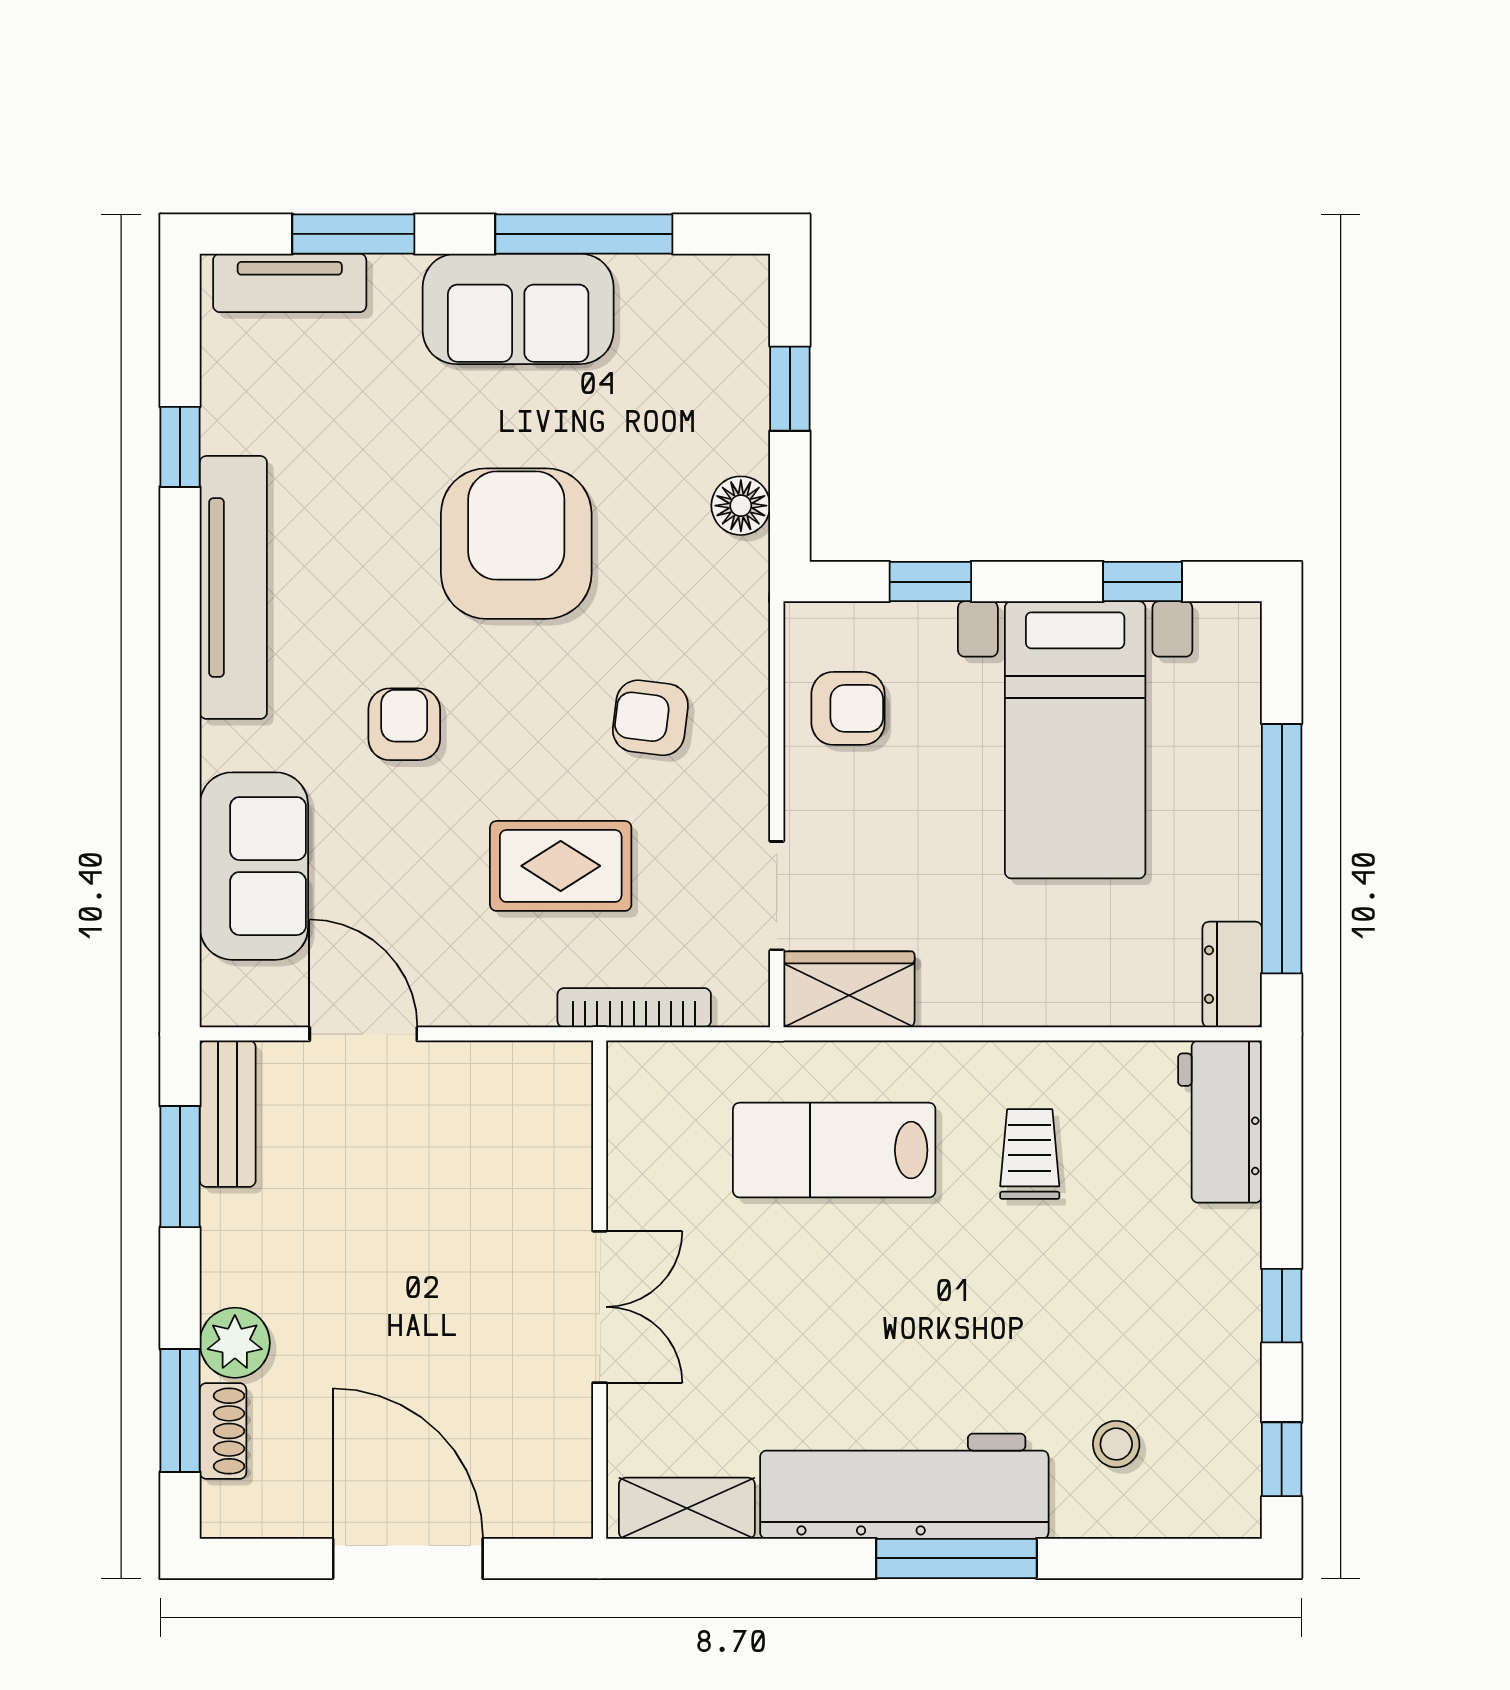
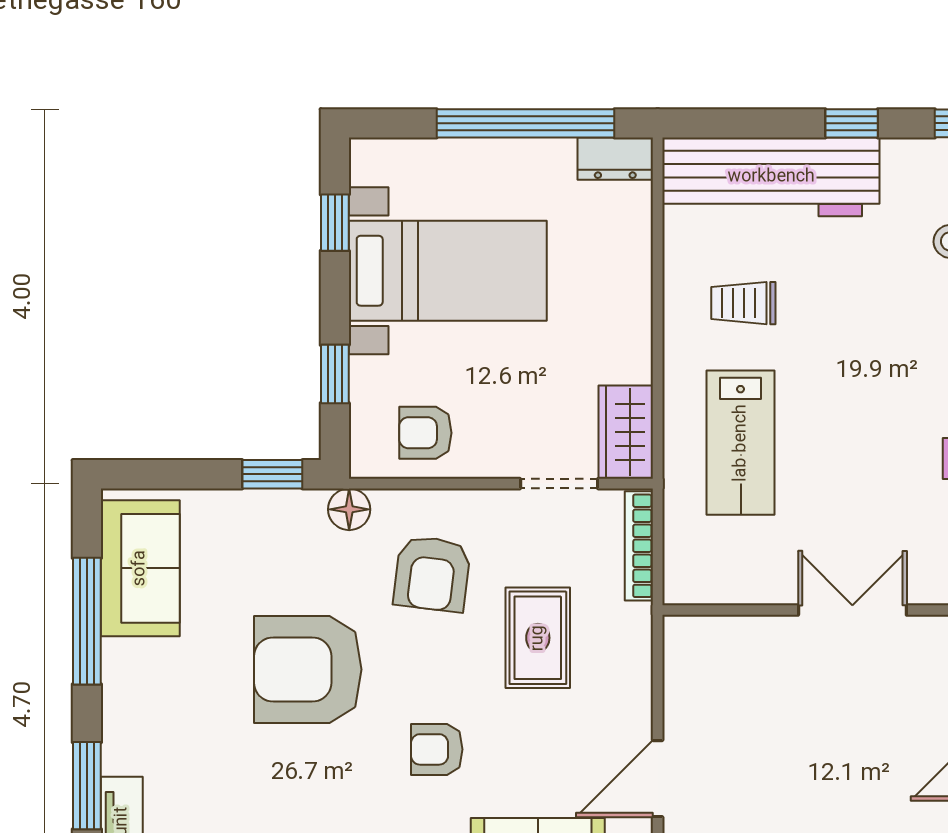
sofa: (518, 309) -> (140, 568), moved
window: (790, 389) -> (272, 474), moved
floor lamp: (741, 506) -> (349, 509), moved
armchair: (848, 708) -> (425, 433), turned -90
armchair: (650, 718) -> (432, 574), width x1.38, depth x1.38
bookcase: (634, 1008) -> (639, 546), moved
workbench: (1220, 1122) -> (771, 177), width x1.88, depth x1.32

